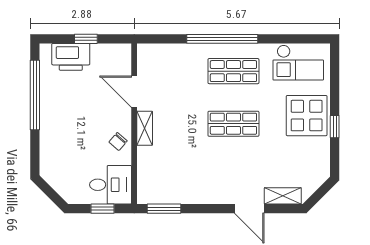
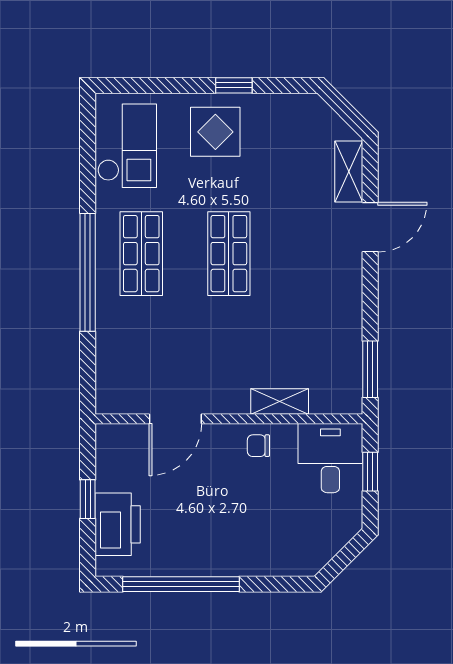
display table: (307, 116) -> (215, 132), width x0.73, depth x0.73
shelving: (145, 128) -> (280, 401), moved
chair: (118, 142) -> (258, 446), turned 139

